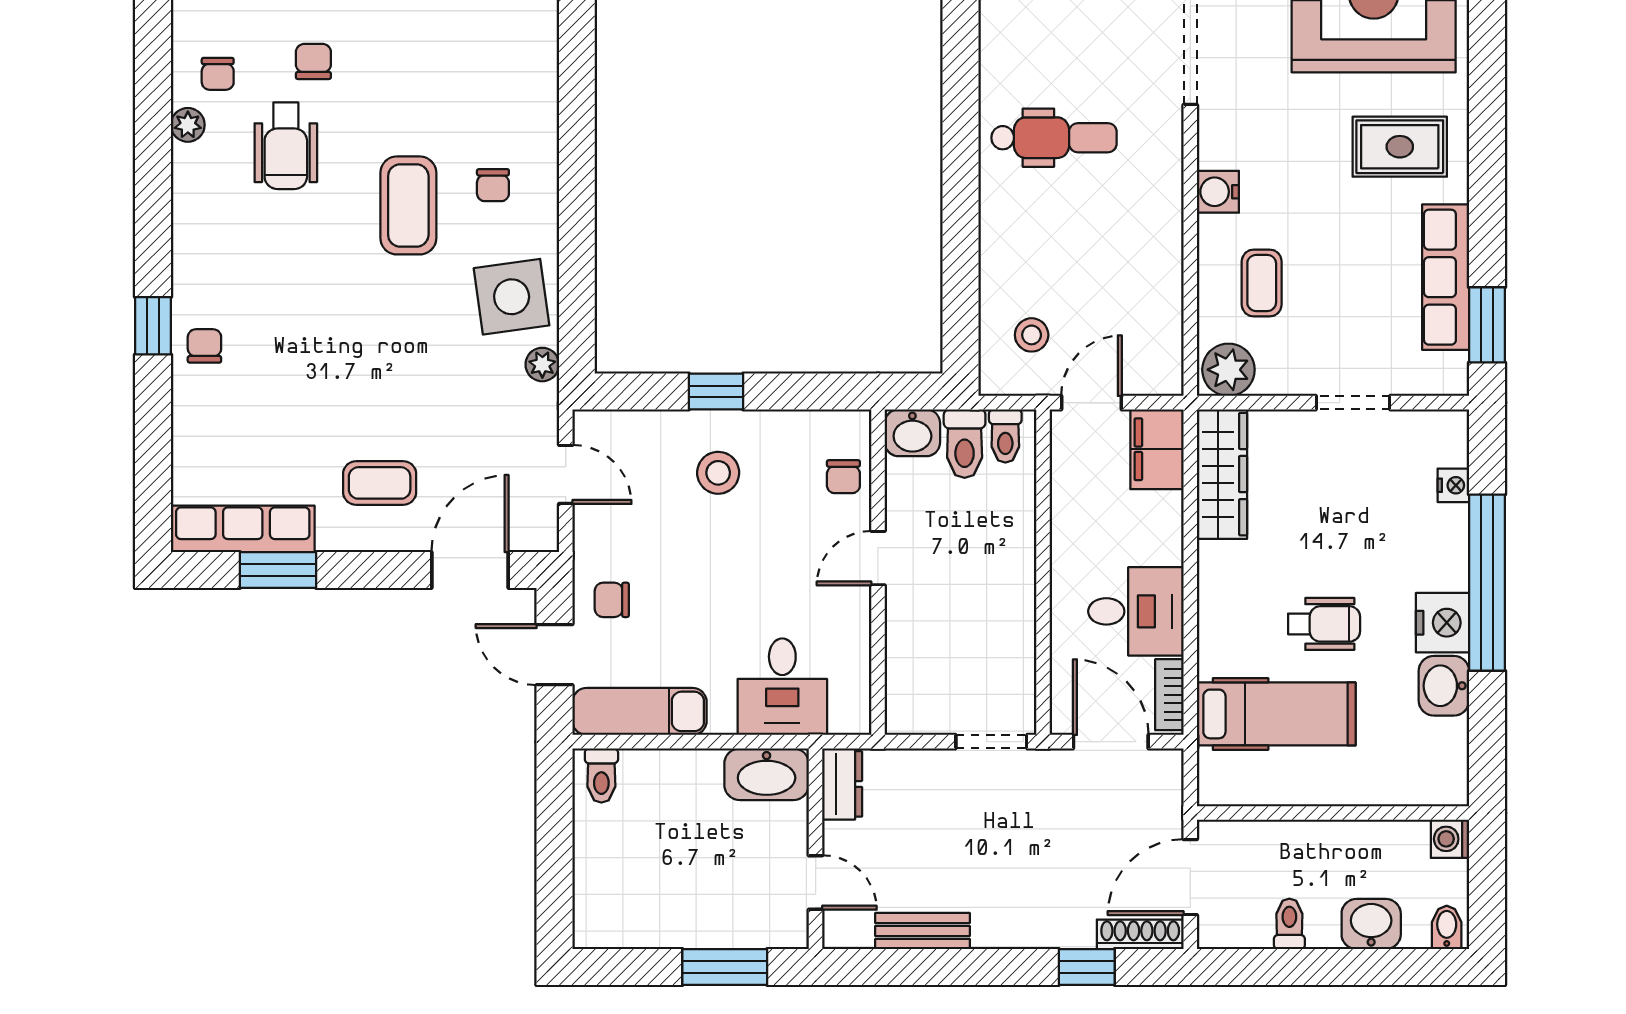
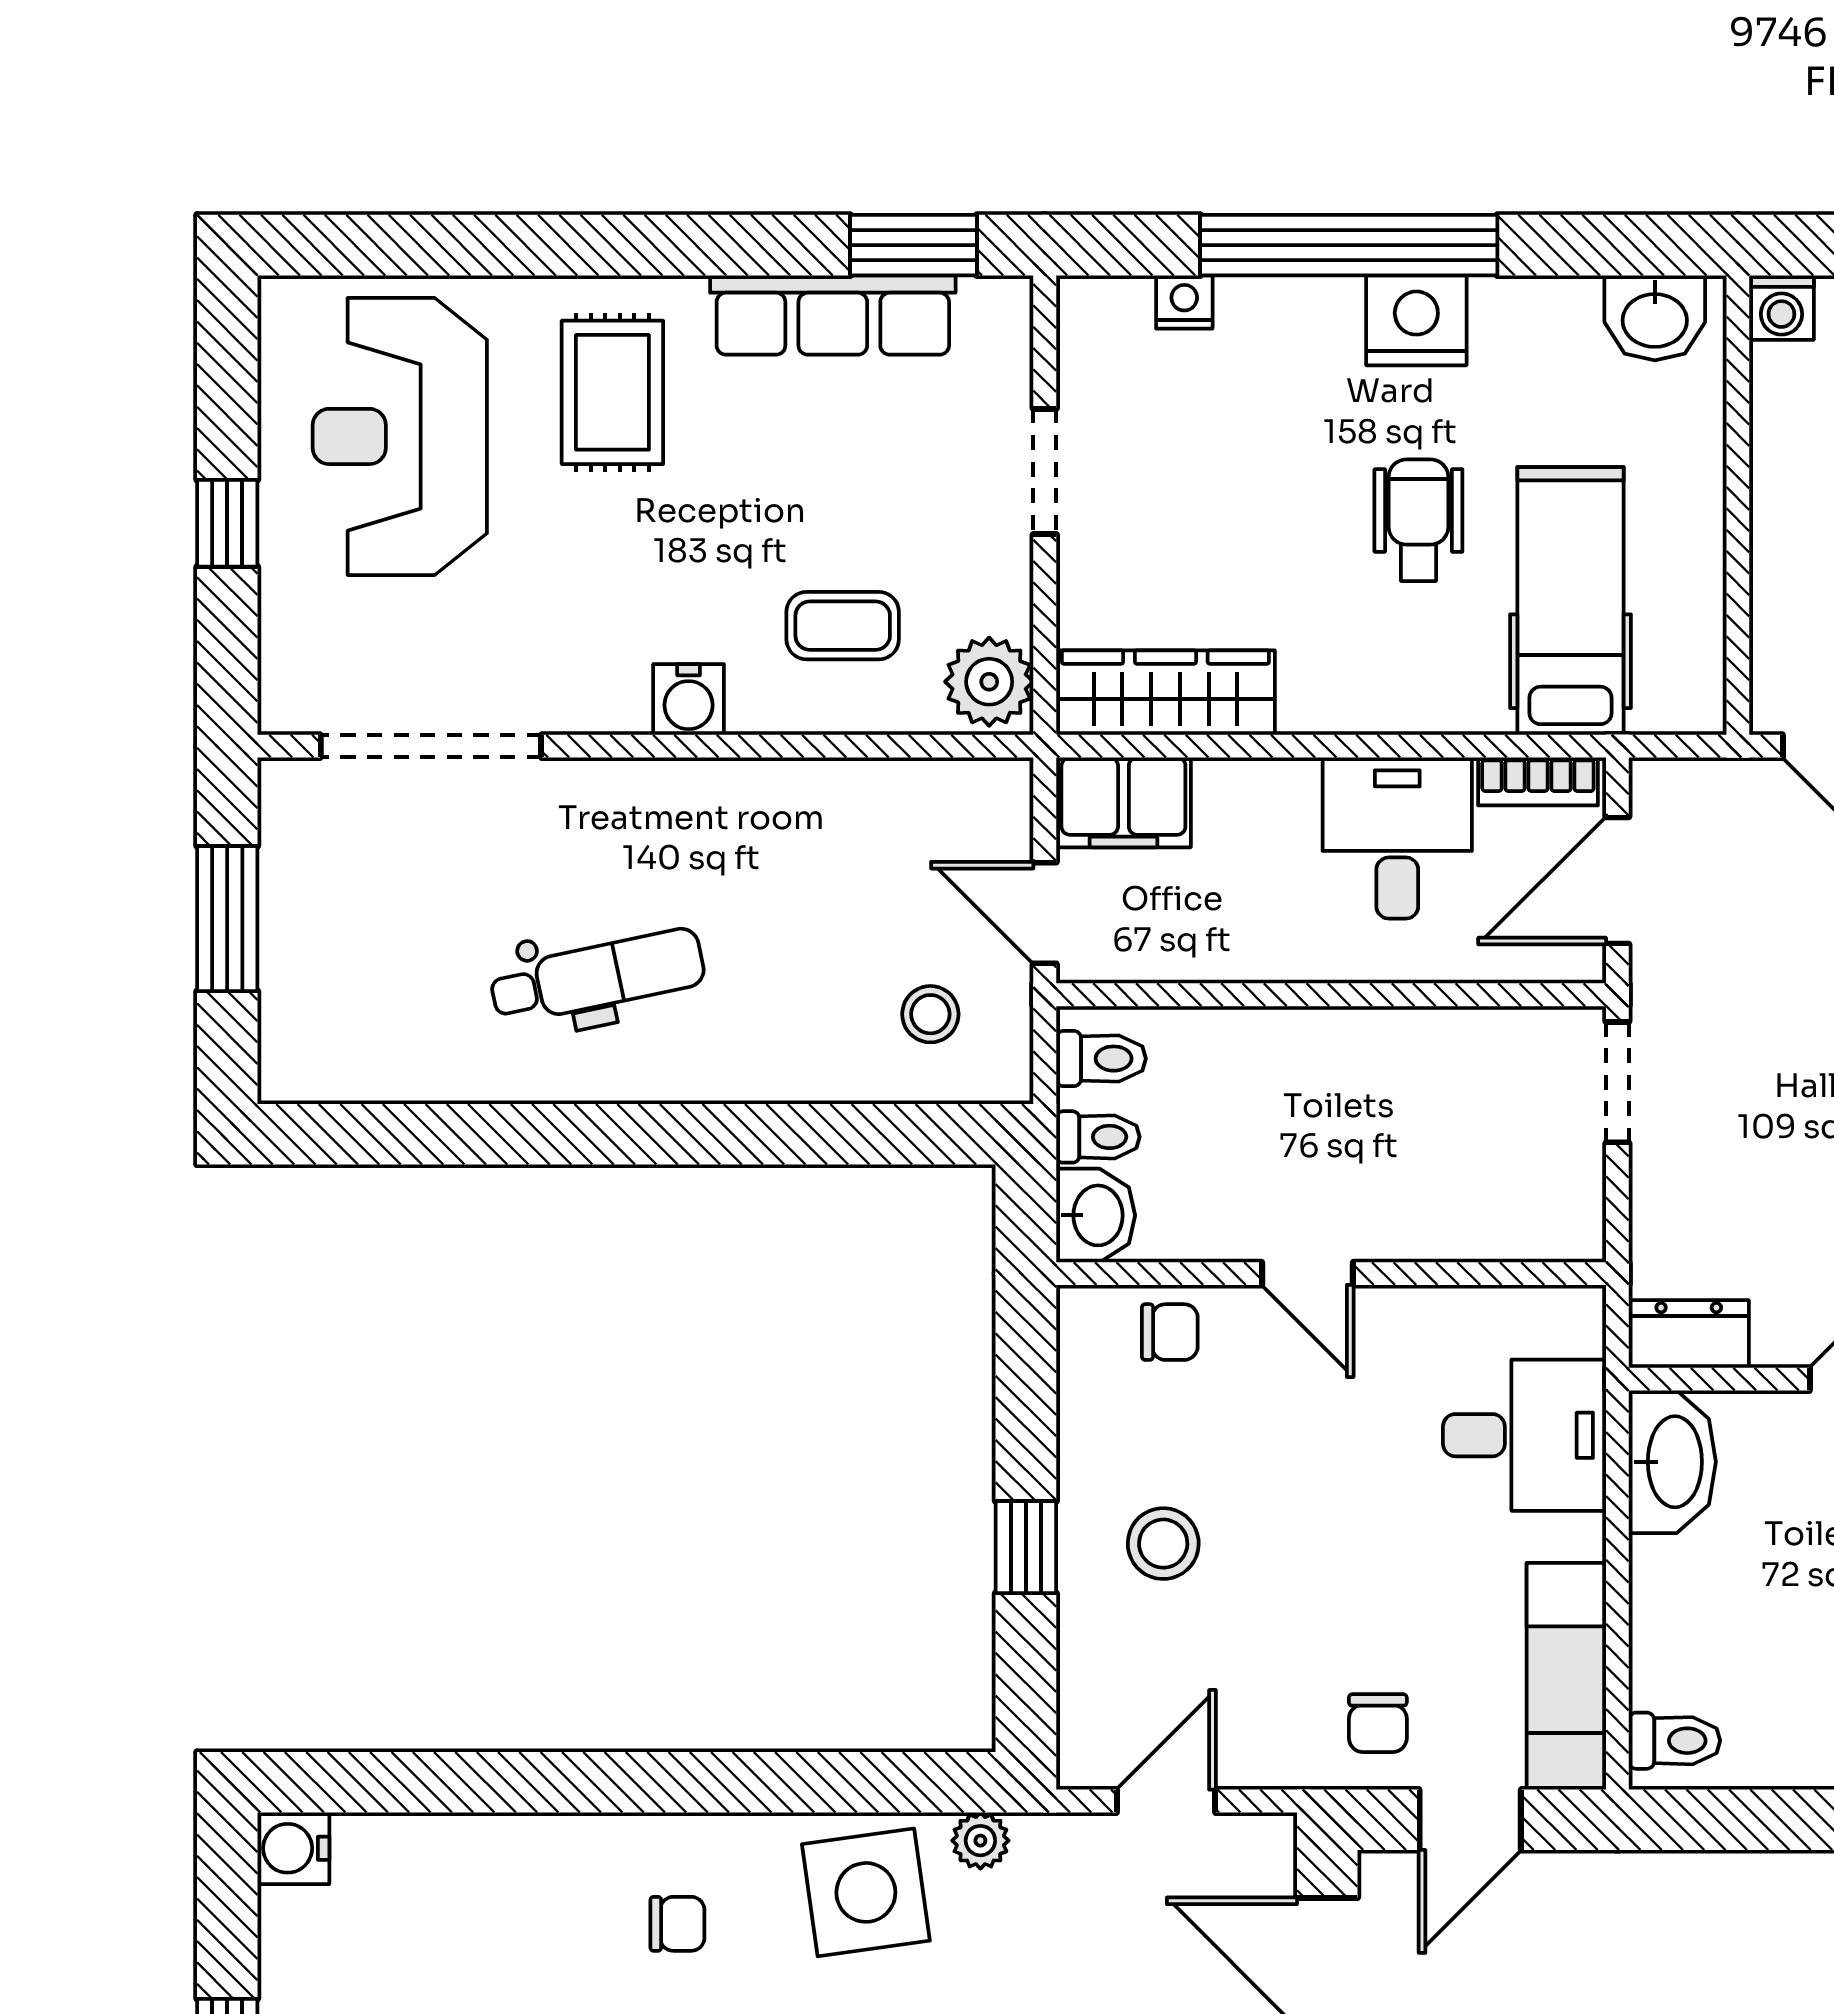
dental chair: (1054, 138) -> (597, 976), turned 78
toilet: (965, 444) -> (1098, 1137), width x0.73, depth x0.72
washbasin: (1444, 686) -> (1655, 318), moved

